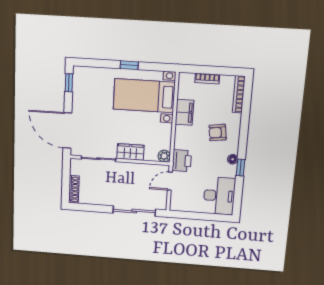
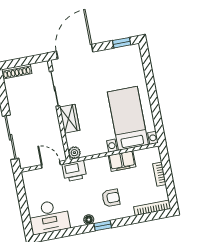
window: (129, 65) -> (153, 97), removed
armchair: (218, 133) -> (111, 198), turned 98
window: (240, 168) -> (103, 226), moved

